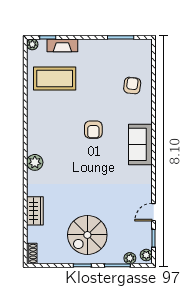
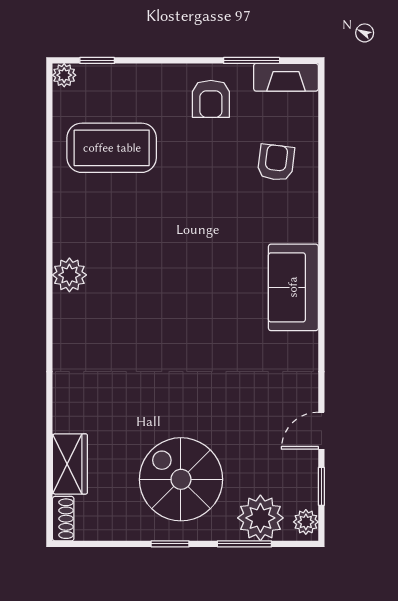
fireplace: (62, 45) -> (286, 77), moved
armchair: (93, 130) -> (211, 99), moved
plant: (35, 162) -> (69, 275), moved
wardrobe: (35, 211) -> (70, 464), moved
spiral stairs: (87, 235) -> (181, 479), turned 90
plant: (130, 258) -> (260, 518), width x1.88, depth x1.88

